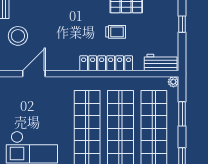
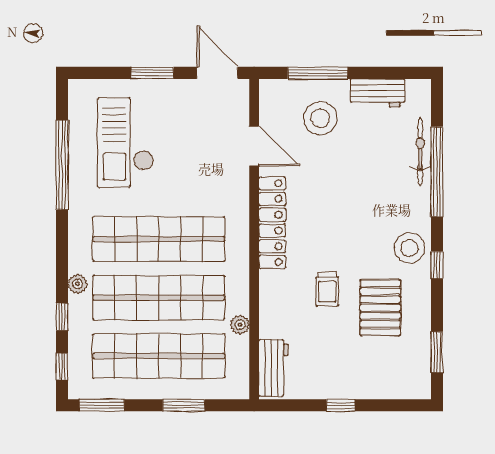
locker: (106, 63) -> (272, 223), moved
plant: (173, 82) -> (240, 325), moved

